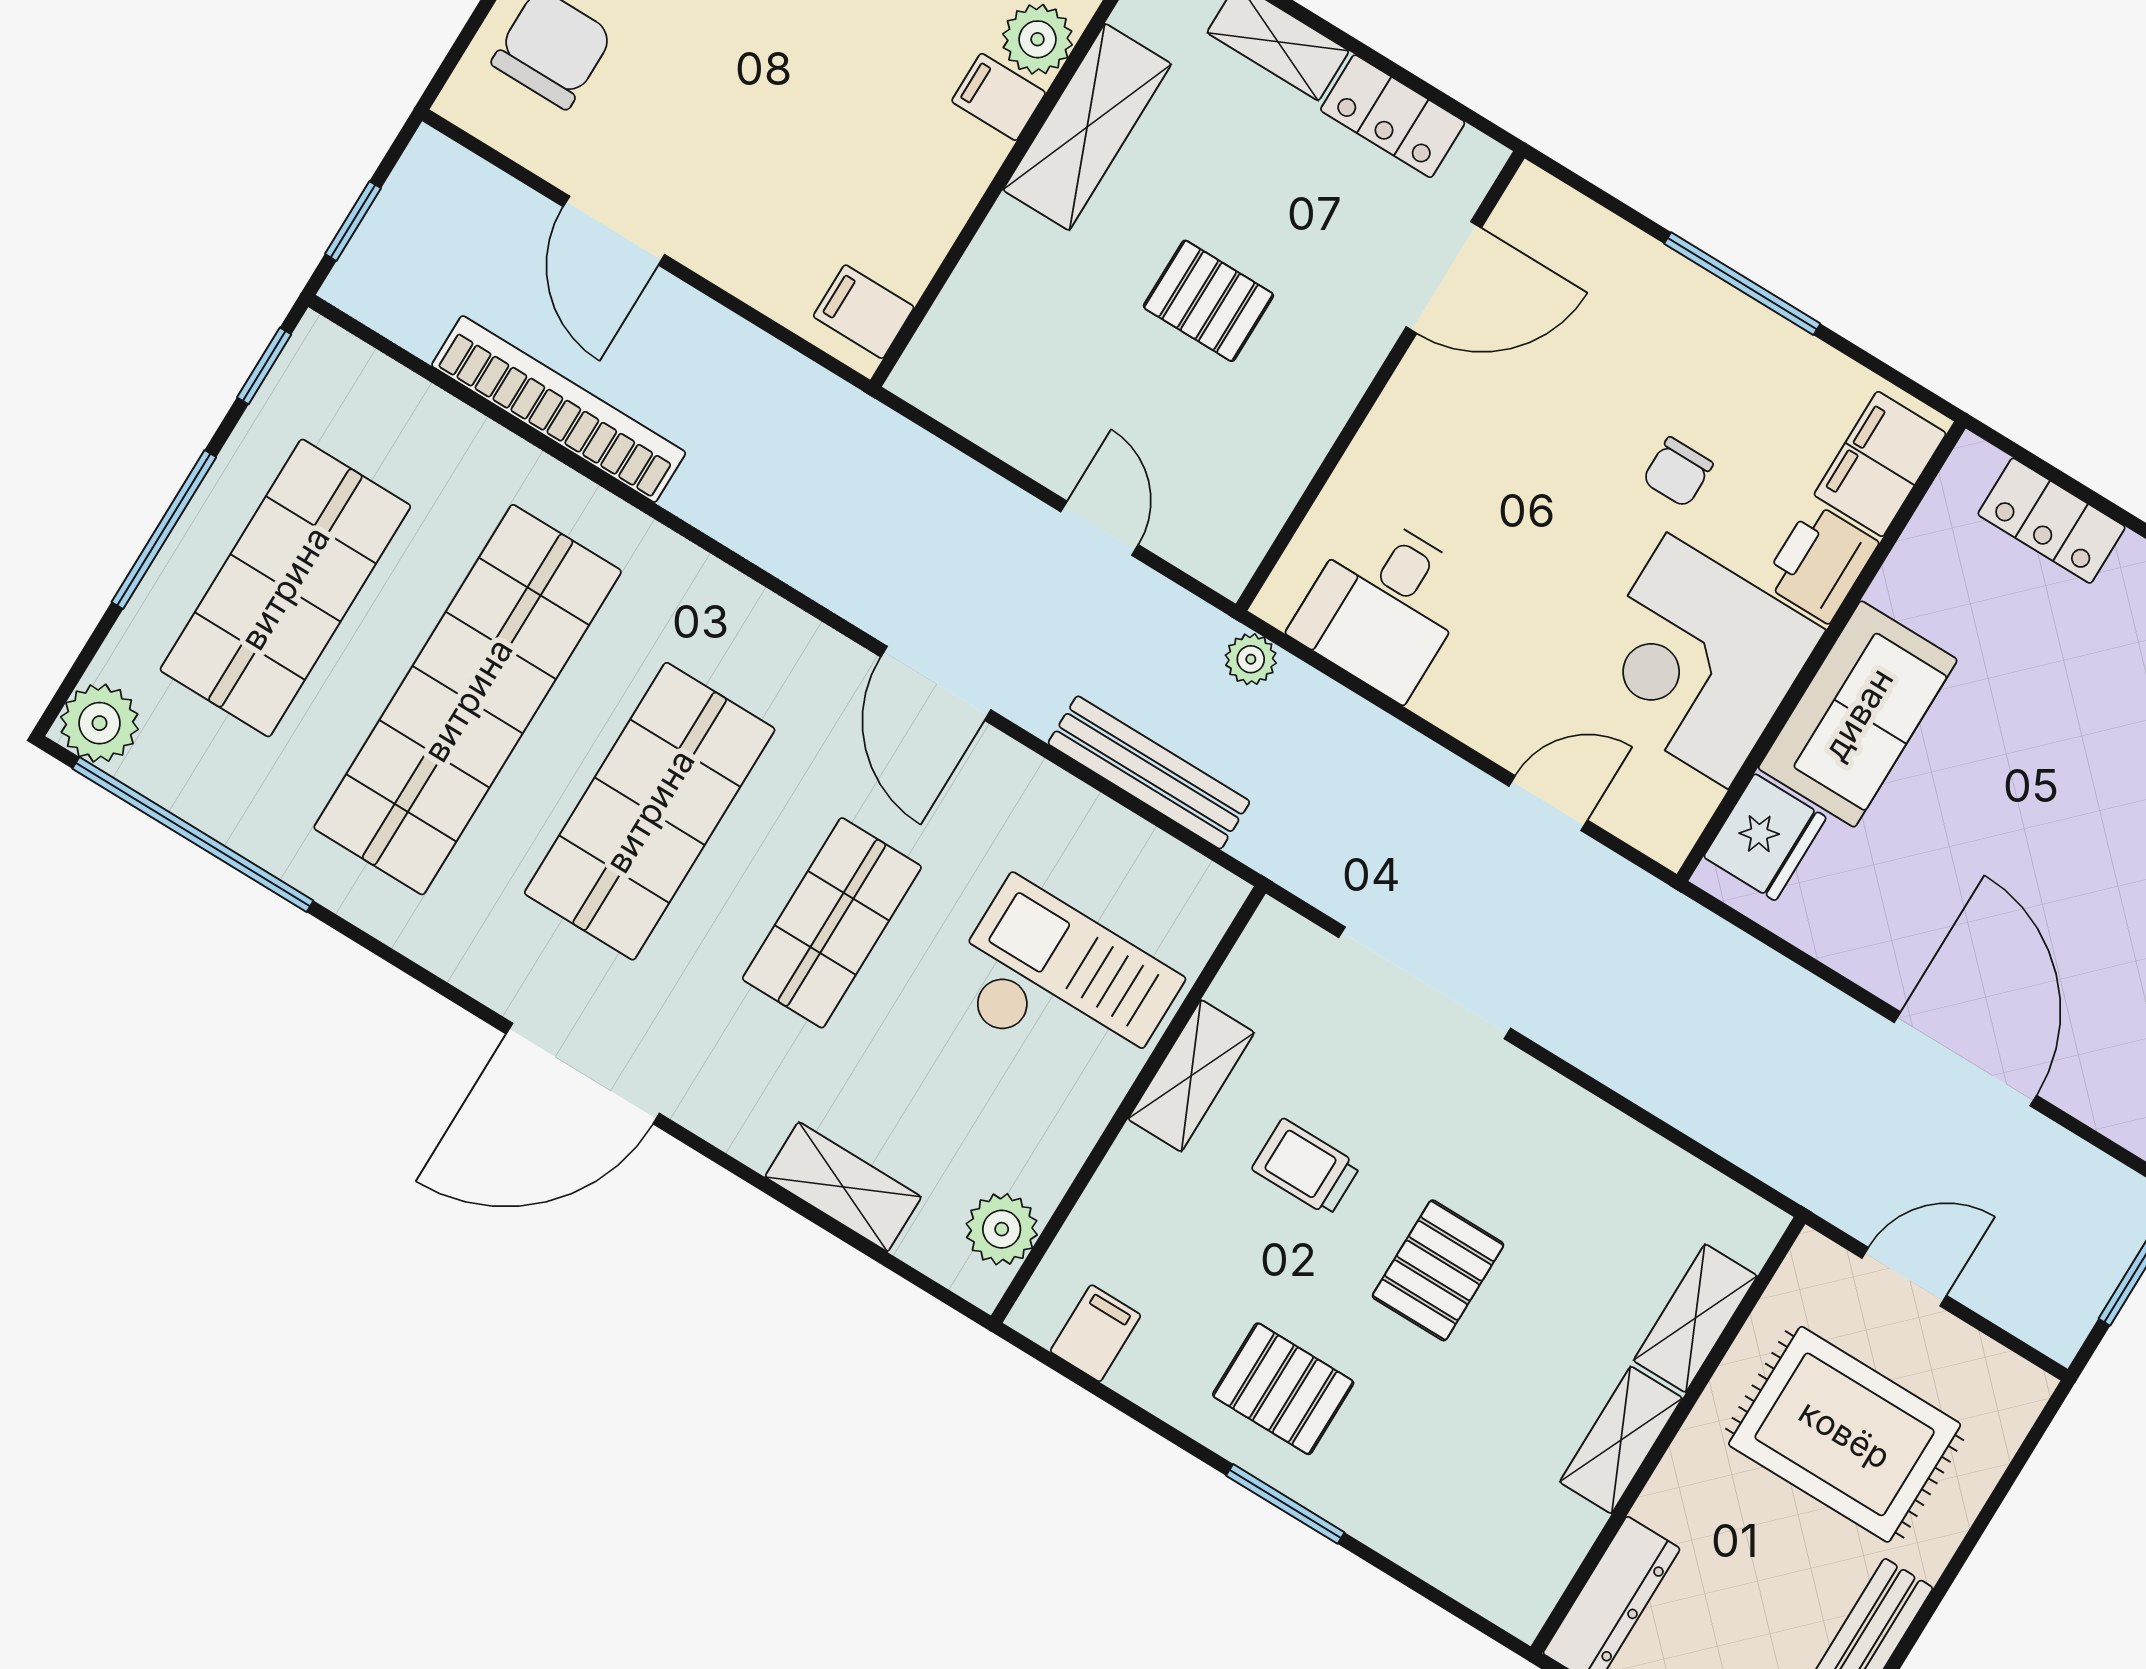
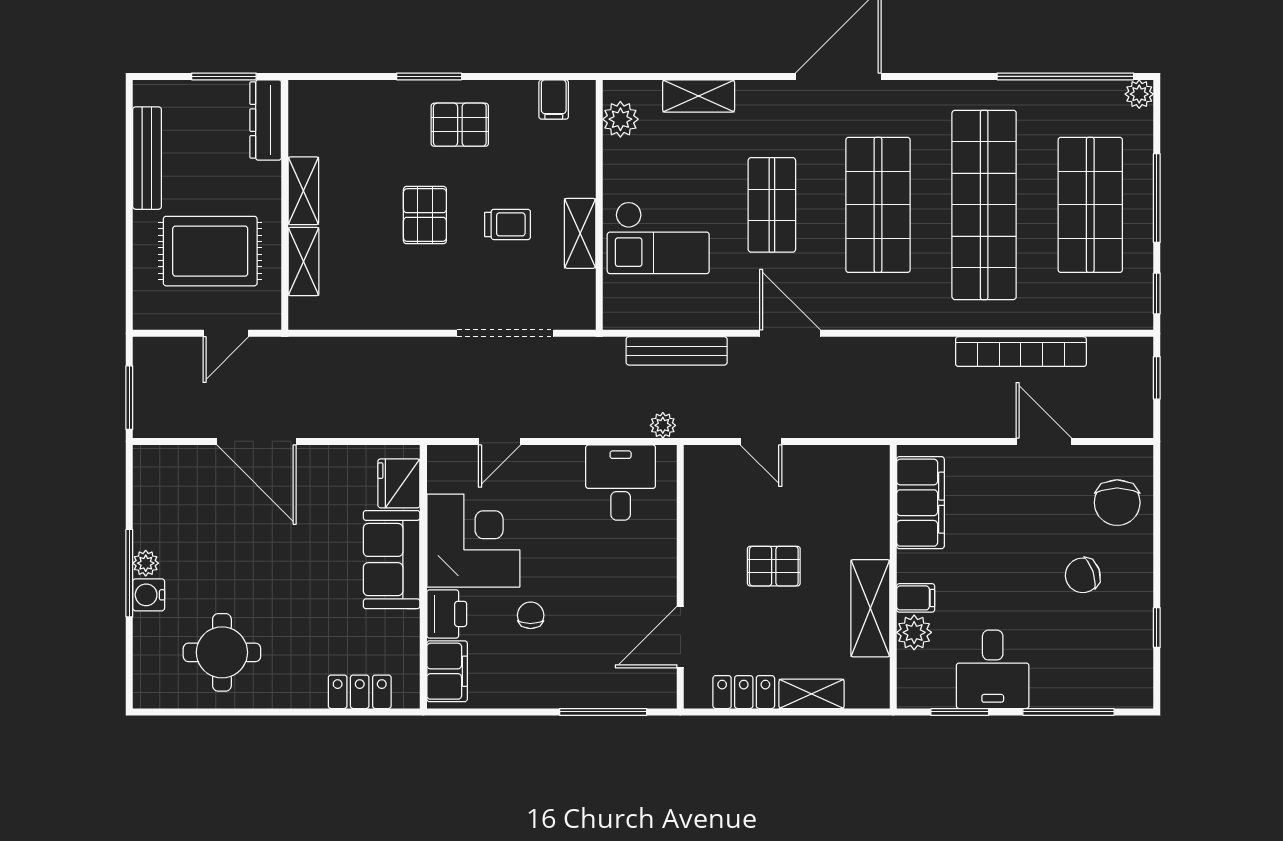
window: (1742, 284) -> (603, 712), moved
filing cabinet: (864, 312) -> (920, 503), width x3.00, depth x1.17
plant: (99, 723) -> (1139, 94), width x0.73, depth x0.73

